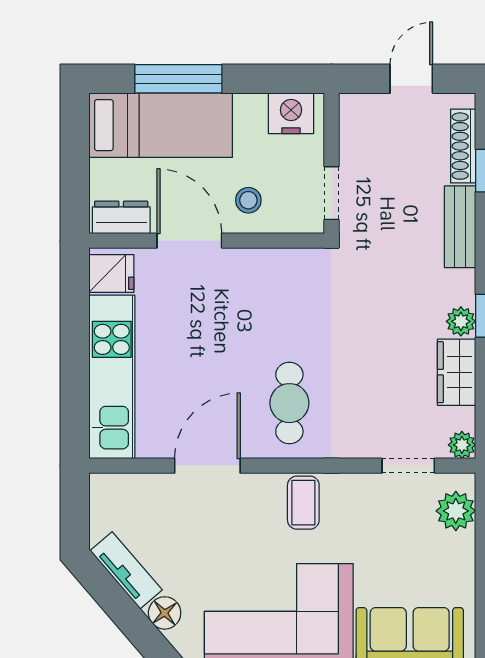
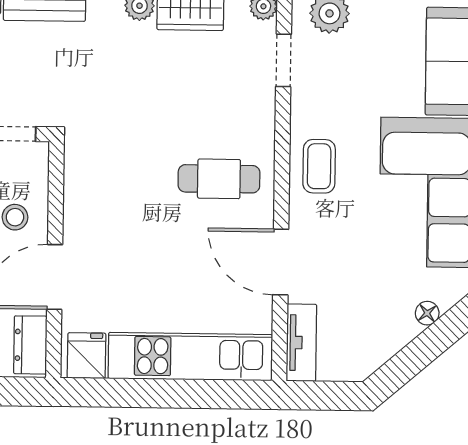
coffee table: (303, 503) -> (319, 166), turned 90
tv unit: (126, 570) -> (301, 343), moved, turned 131
floor lamp: (165, 613) -> (427, 313), width x0.73, depth x0.73

